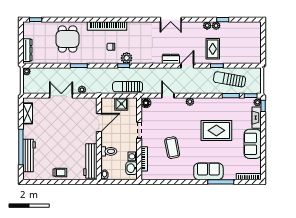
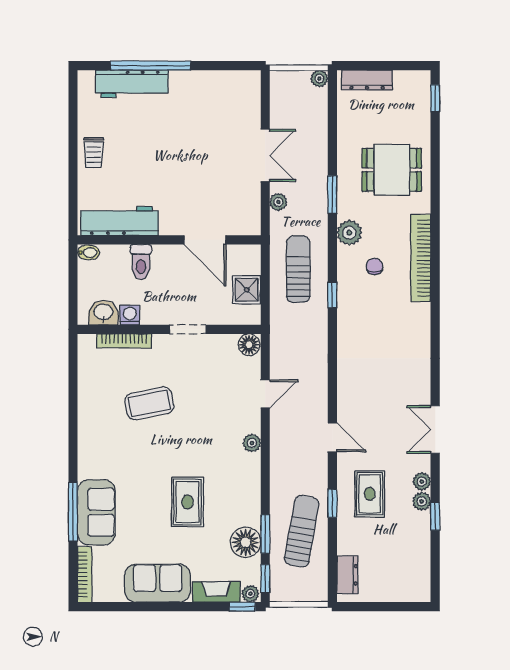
double door: (171, 20) -> (435, 429), moved
rug: (213, 49) -> (370, 494), turned 90
plant: (127, 58) -> (349, 233), moved
dresser: (171, 59) -> (347, 575), moved
sun lounger: (128, 87) -> (298, 269), moved
floor lamp: (234, 104) -> (246, 542), added
shelving: (28, 113) -> (226, 81), removed
rug: (216, 130) -> (188, 502), width x0.73, depth x0.70
sofa: (208, 171) -> (96, 512), moved

